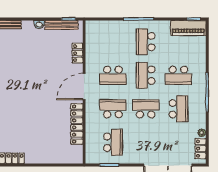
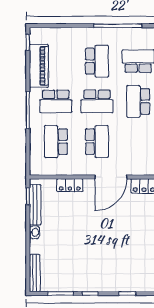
piano: (188, 28) -> (39, 66), moved
door: (84, 87) -> (111, 177), hinge flipped
school desk: (113, 109) -> (56, 142), moved

